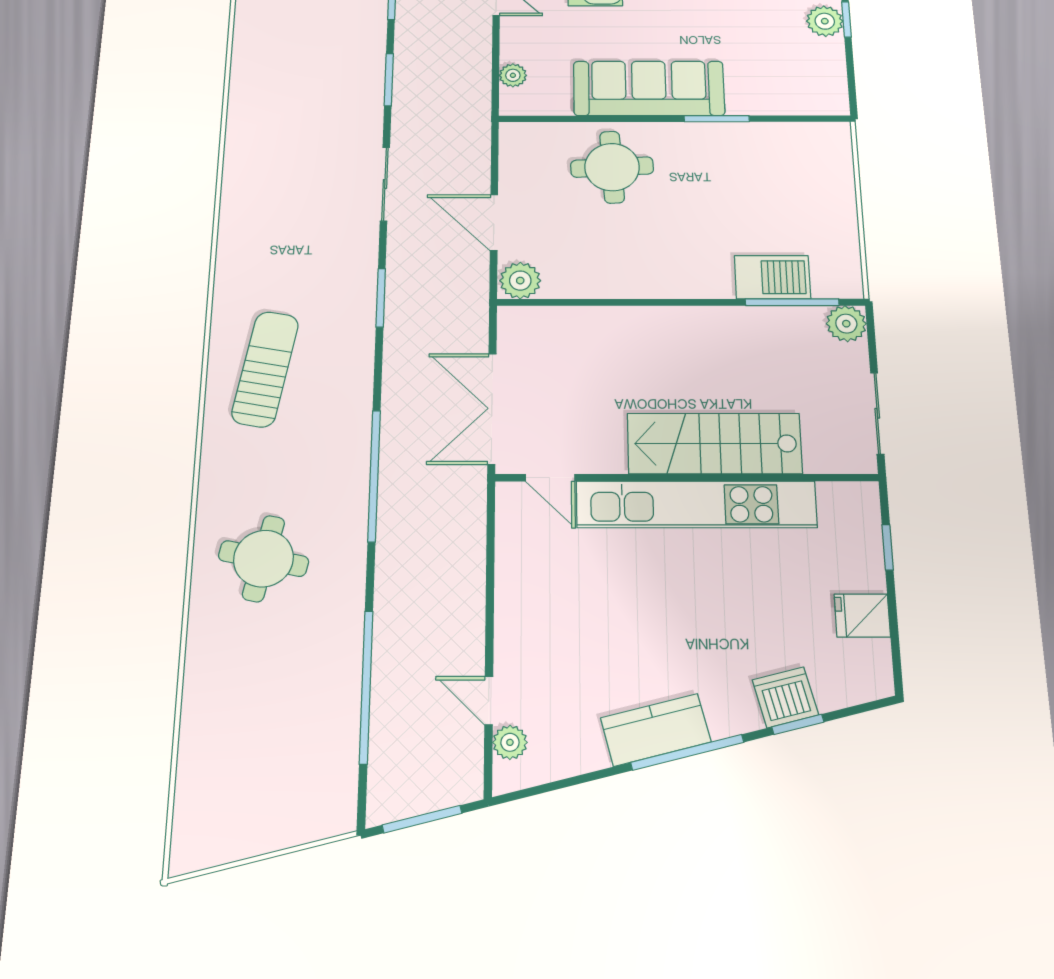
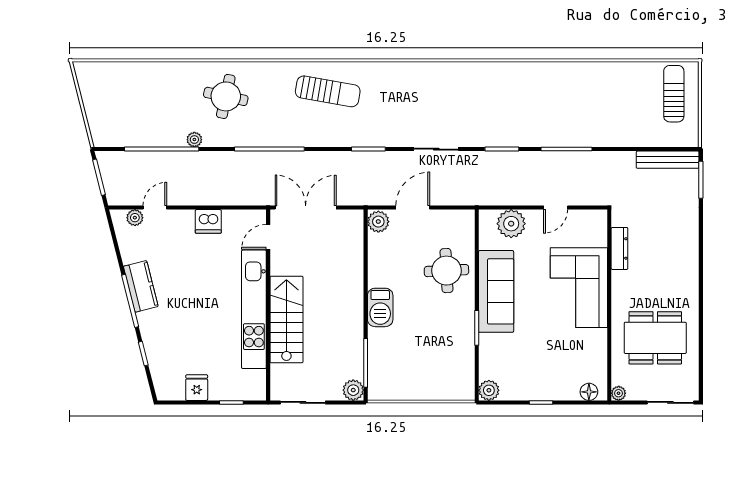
plant: (825, 21) -> (489, 390), moved
plant: (513, 75) -> (511, 224), width x1.88, depth x1.88
barbecue: (772, 277) -> (380, 307), moved
plant: (349, 620) -> (194, 140), added
dishwasher: (785, 697) -> (208, 221), moved, turned 104

